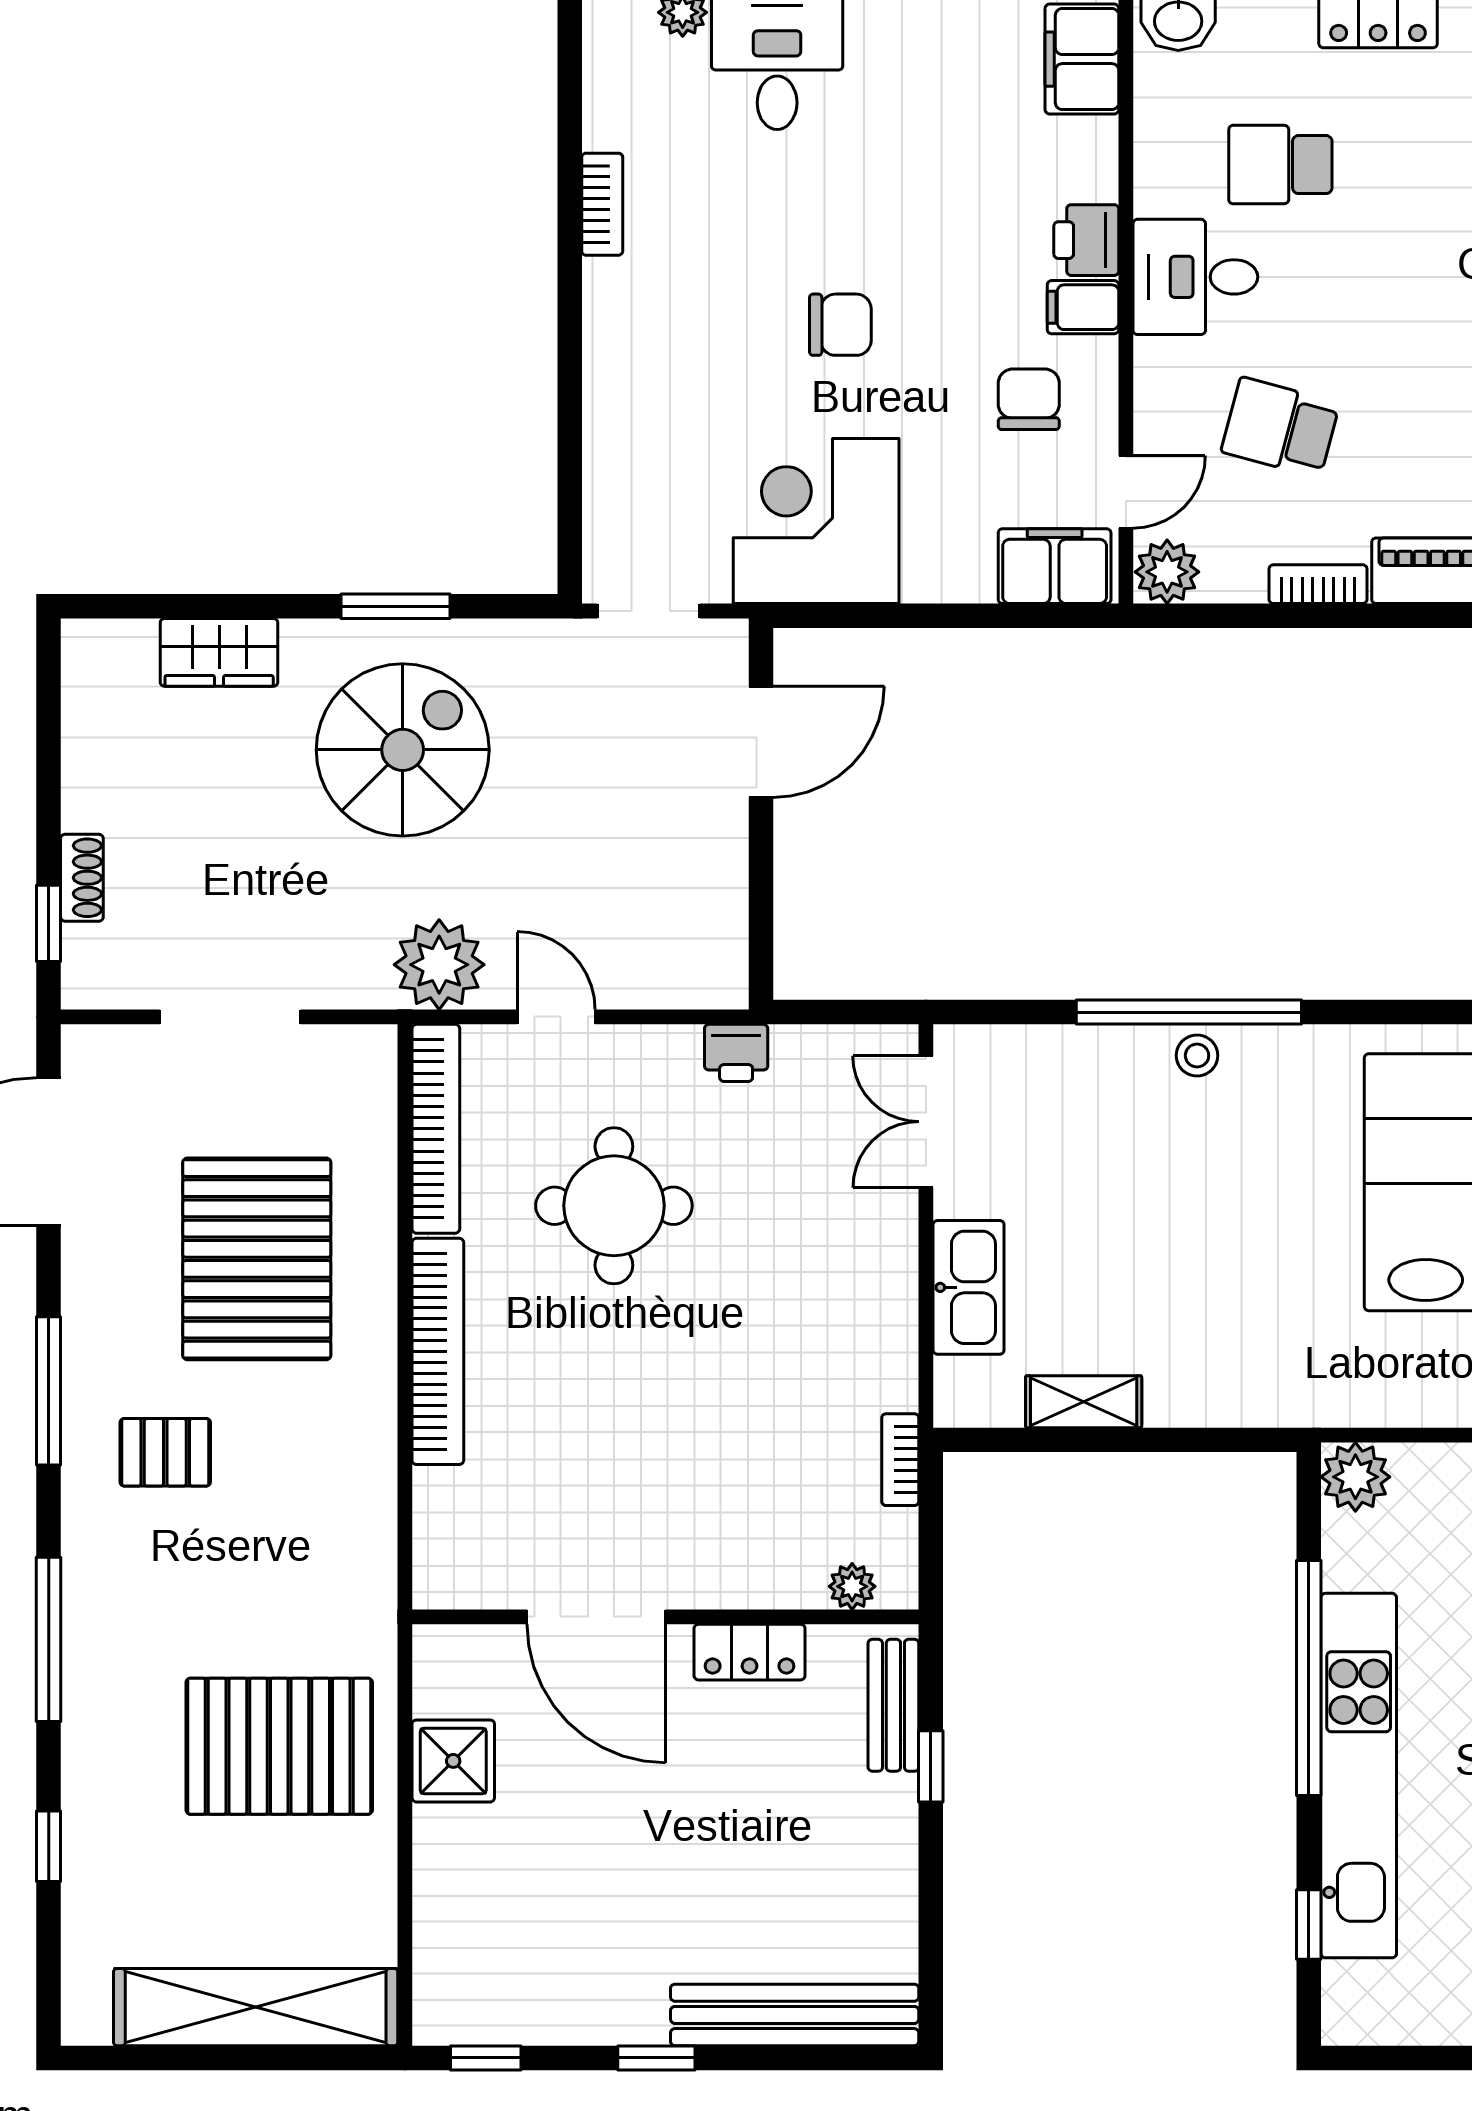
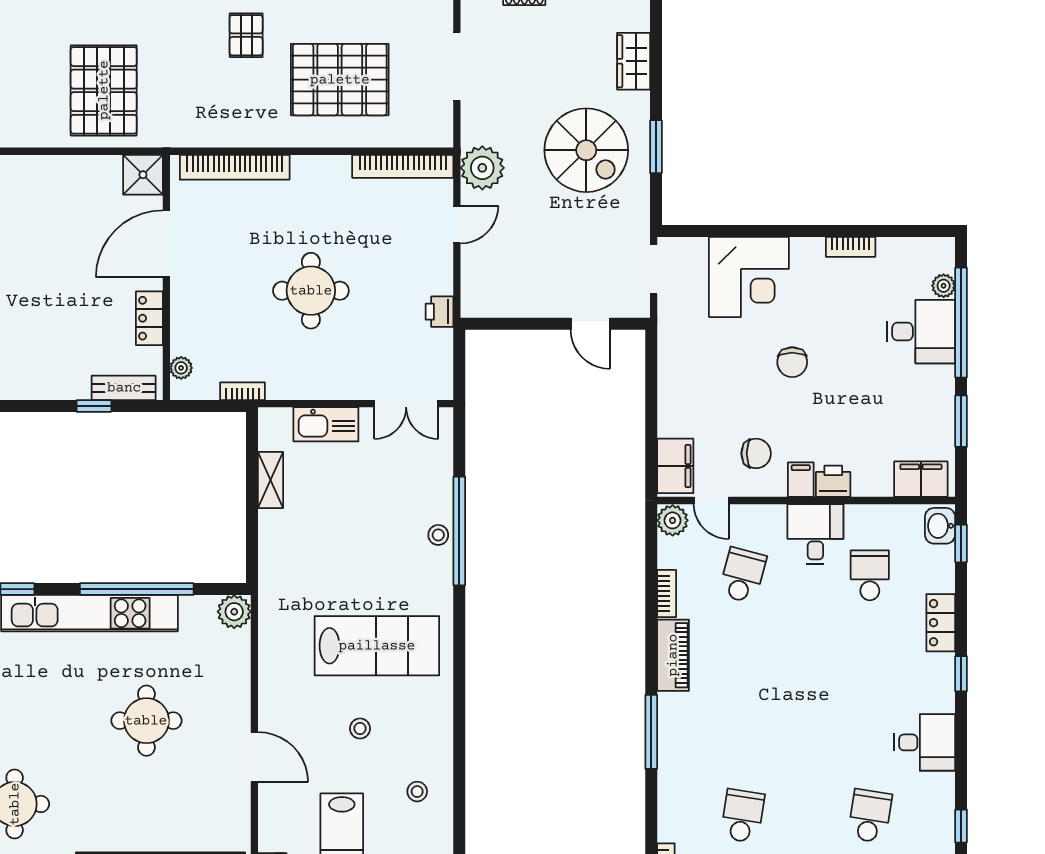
corner desk: (816, 521) -> (749, 277), moved, turned 90
door: (761, 742) -> (590, 324), width x0.73
double door: (926, 1122) -> (406, 404), swing flipped
round table: (614, 1206) -> (311, 291), moved
bookcase: (438, 1351) -> (235, 167), moved
shower: (453, 1761) -> (143, 175), moved

